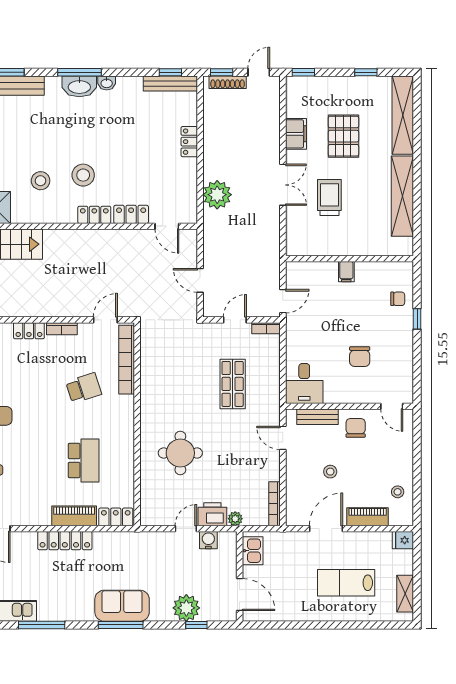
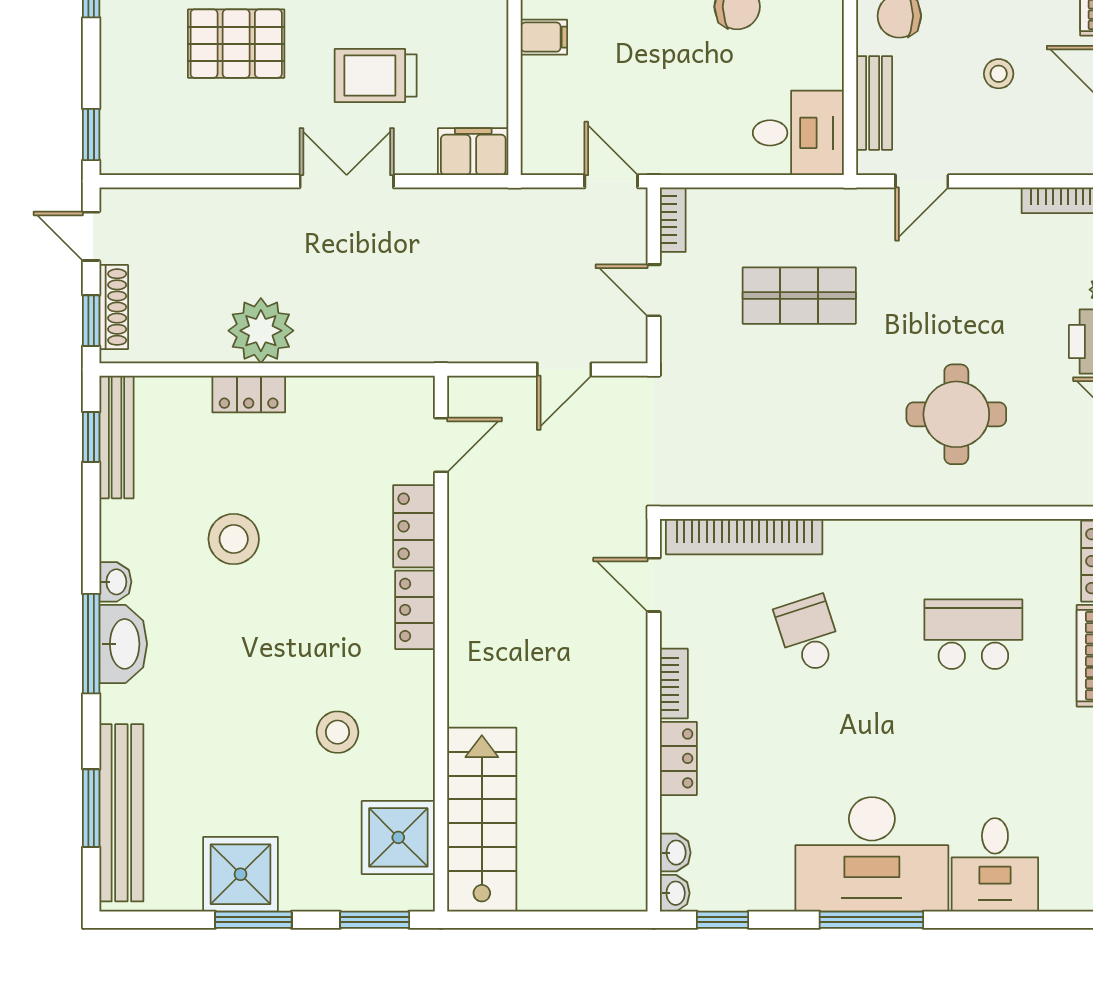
filing cabinet: (296, 134) -> (473, 152), moved
stool: (83, 175) -> (234, 539), moved
plant: (217, 195) -> (261, 331), moved

